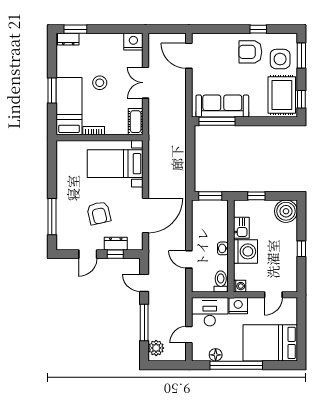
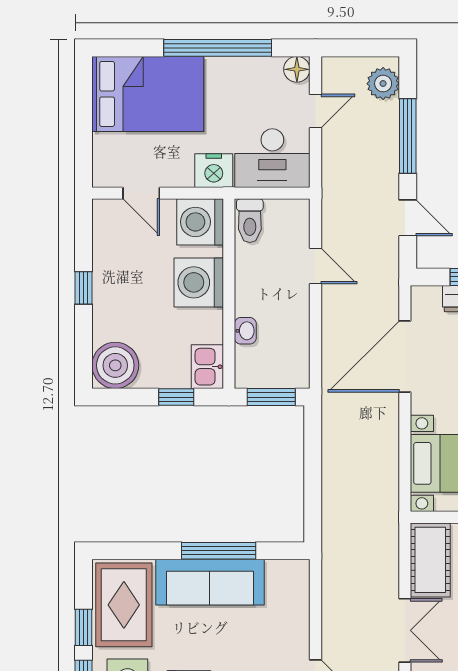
window: (301, 99) -> (84, 627), moved
sofa: (222, 106) -> (210, 582), moved
window: (217, 121) -> (219, 551), moved
cot: (136, 122) -> (430, 560), width x1.37, depth x1.34
kitchen sink: (241, 228) -> (207, 367), moved
washbasin: (223, 248) -> (245, 331), moved
washing machine: (240, 286) -> (200, 222), width x1.89, depth x1.89
door: (273, 295) -> (141, 193), swing flipped
floor lamp: (216, 355) -> (297, 69), moved

